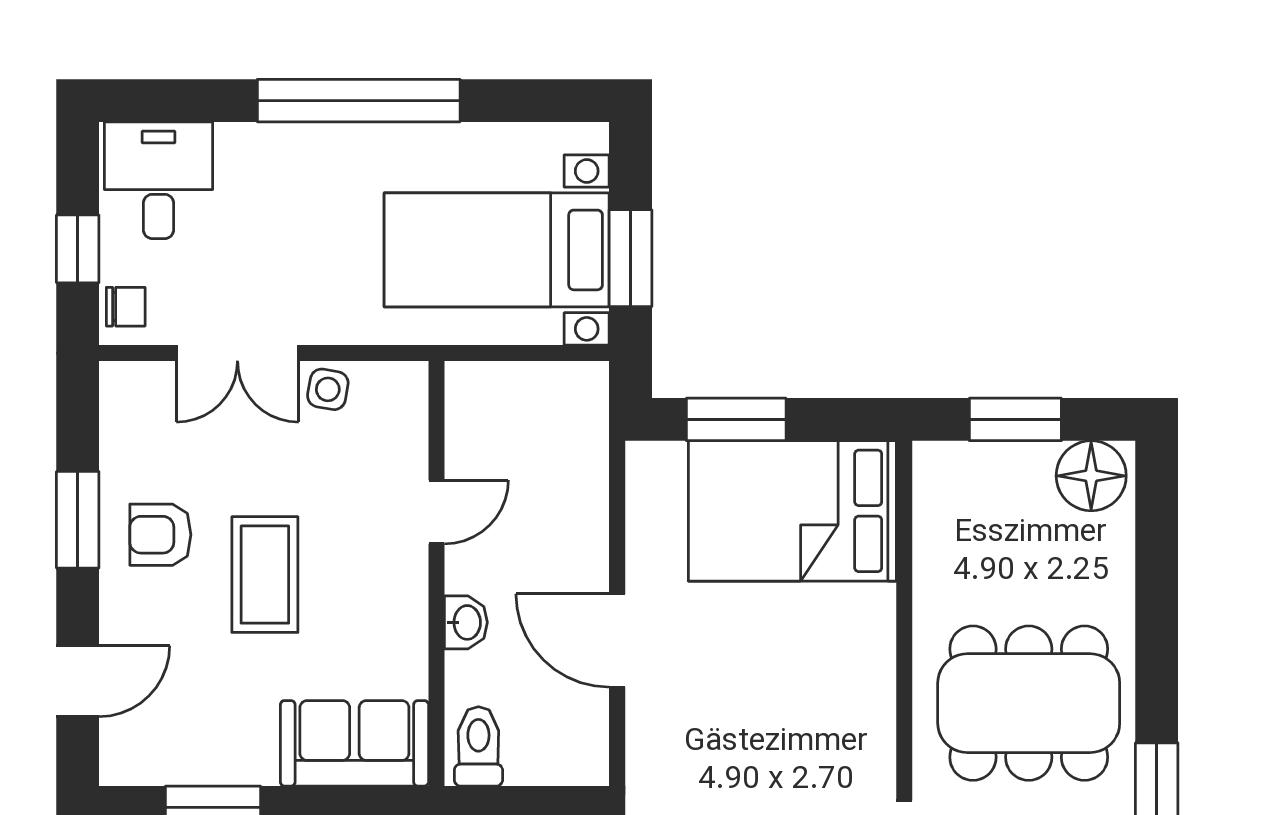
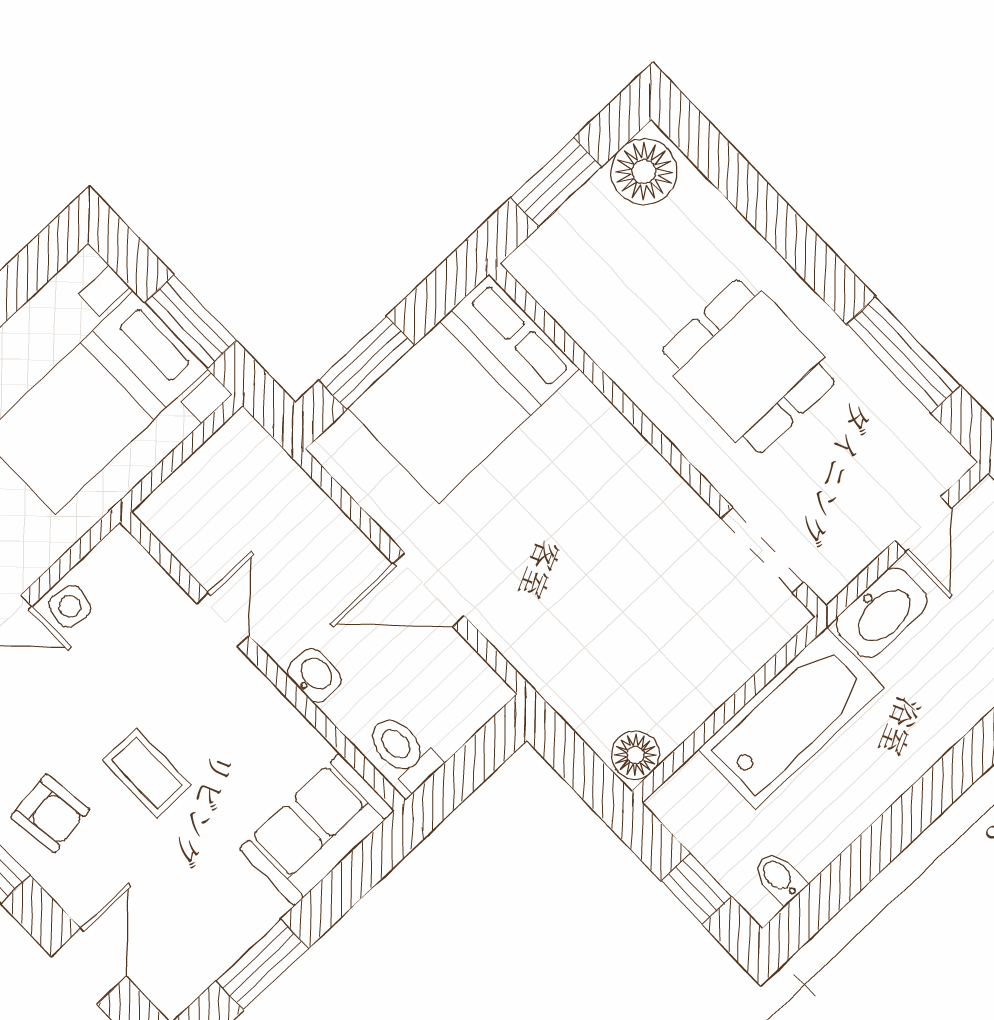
armchair: (160, 535) -> (50, 813), turned -97
coffee table: (265, 575) -> (147, 773), width x0.73, depth x0.77
dining table: (1029, 703) -> (749, 366), width x0.73

